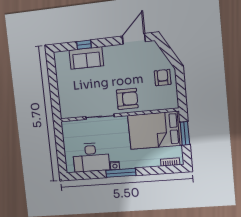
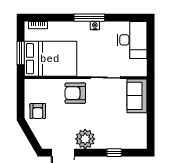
plant: (113, 55) -> (85, 139), added
sofa: (86, 58) -> (137, 96), moved, turned -90
desk: (91, 157) -> (132, 40), moved, turned 90

